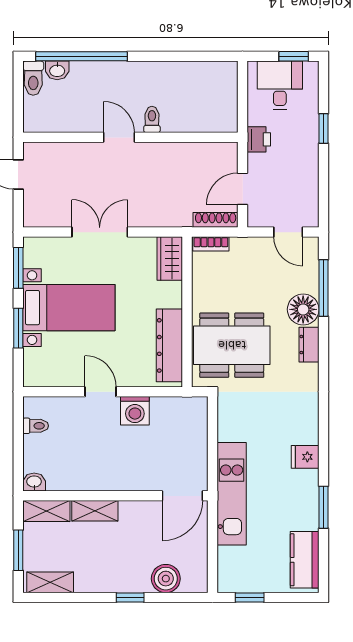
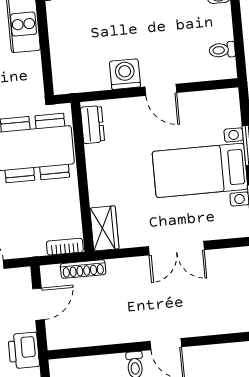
printer: (259, 139) -> (24, 350), width x1.36, depth x1.24
shoe rack: (216, 220) -> (83, 269), moved
dresser: (169, 345) -> (93, 125), width x0.51, depth x0.80

